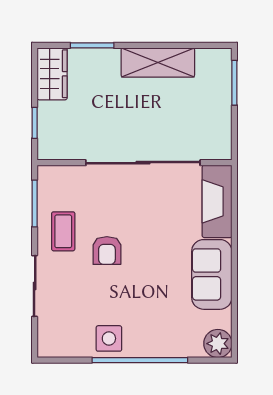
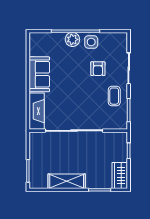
armchair: (107, 251) -> (98, 69), moved, turned 180
plant: (218, 344) -> (72, 39), moved

